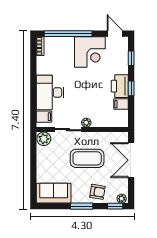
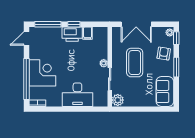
corner desk: (90, 52) -> (42, 73), moved
window: (131, 58) -> (48, 24), width x2.17
filing cabinet: (44, 117) -> (98, 100), removed

